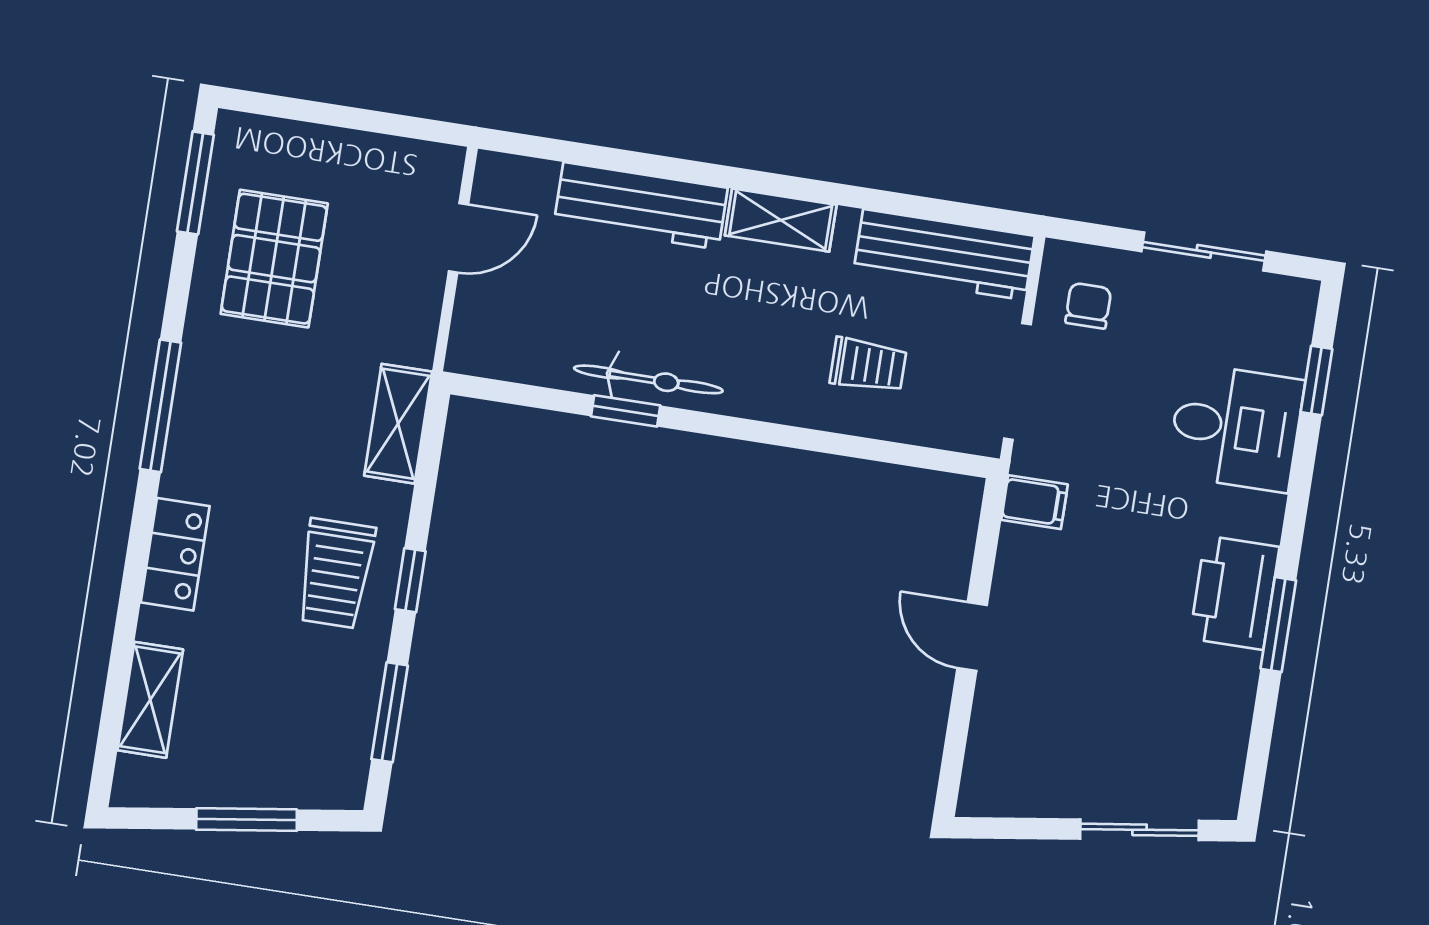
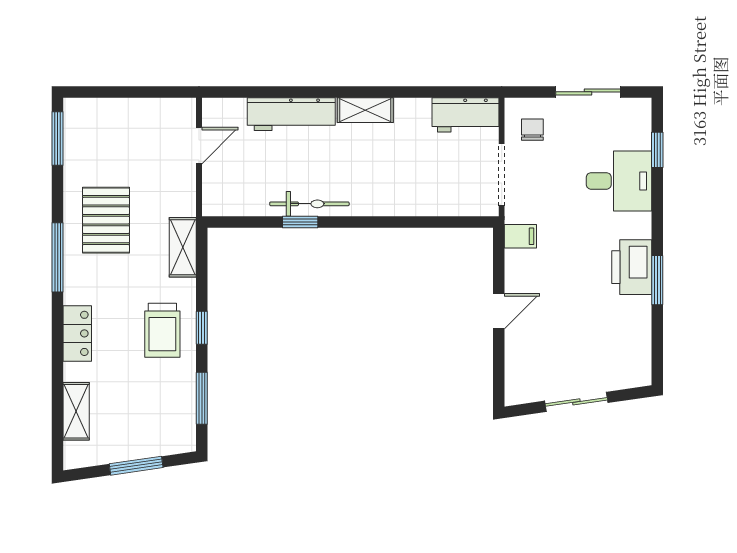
workbench: (944, 255) -> (466, 115), width x0.73
pallet: (274, 259) -> (106, 220), moved
trolley: (868, 365) -> (423, 178), removed
door: (972, 636) -> (499, 311), swing flipped
sliding door: (1140, 830) -> (576, 402), moved

